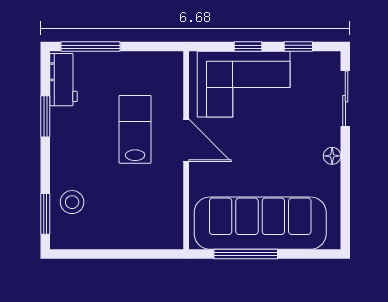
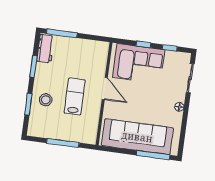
lab bench: (135, 129) -> (75, 97), moved
stool: (72, 202) -> (46, 100), moved
window: (45, 214) -> (28, 104), moved
window: (120, 254) -> (63, 143), added
window: (246, 254) -> (153, 155), moved

